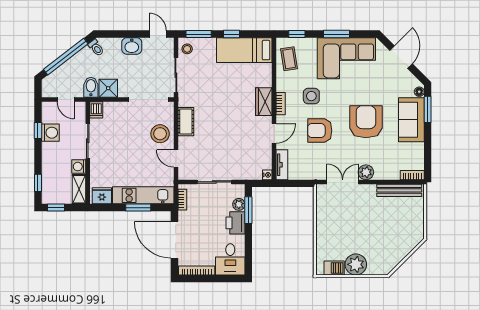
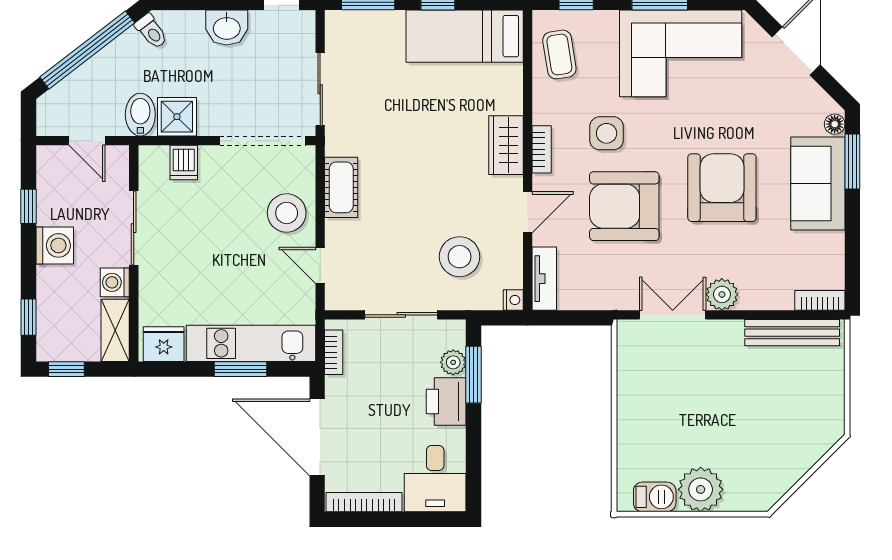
stool: (187, 49) -> (460, 257), moved, width x1.89, depth x1.89
dishwasher: (96, 110) -> (184, 163), moved
armchair: (320, 130) -> (624, 206), width x1.36, depth x1.36
washing machine: (50, 133) -> (55, 245), moved

